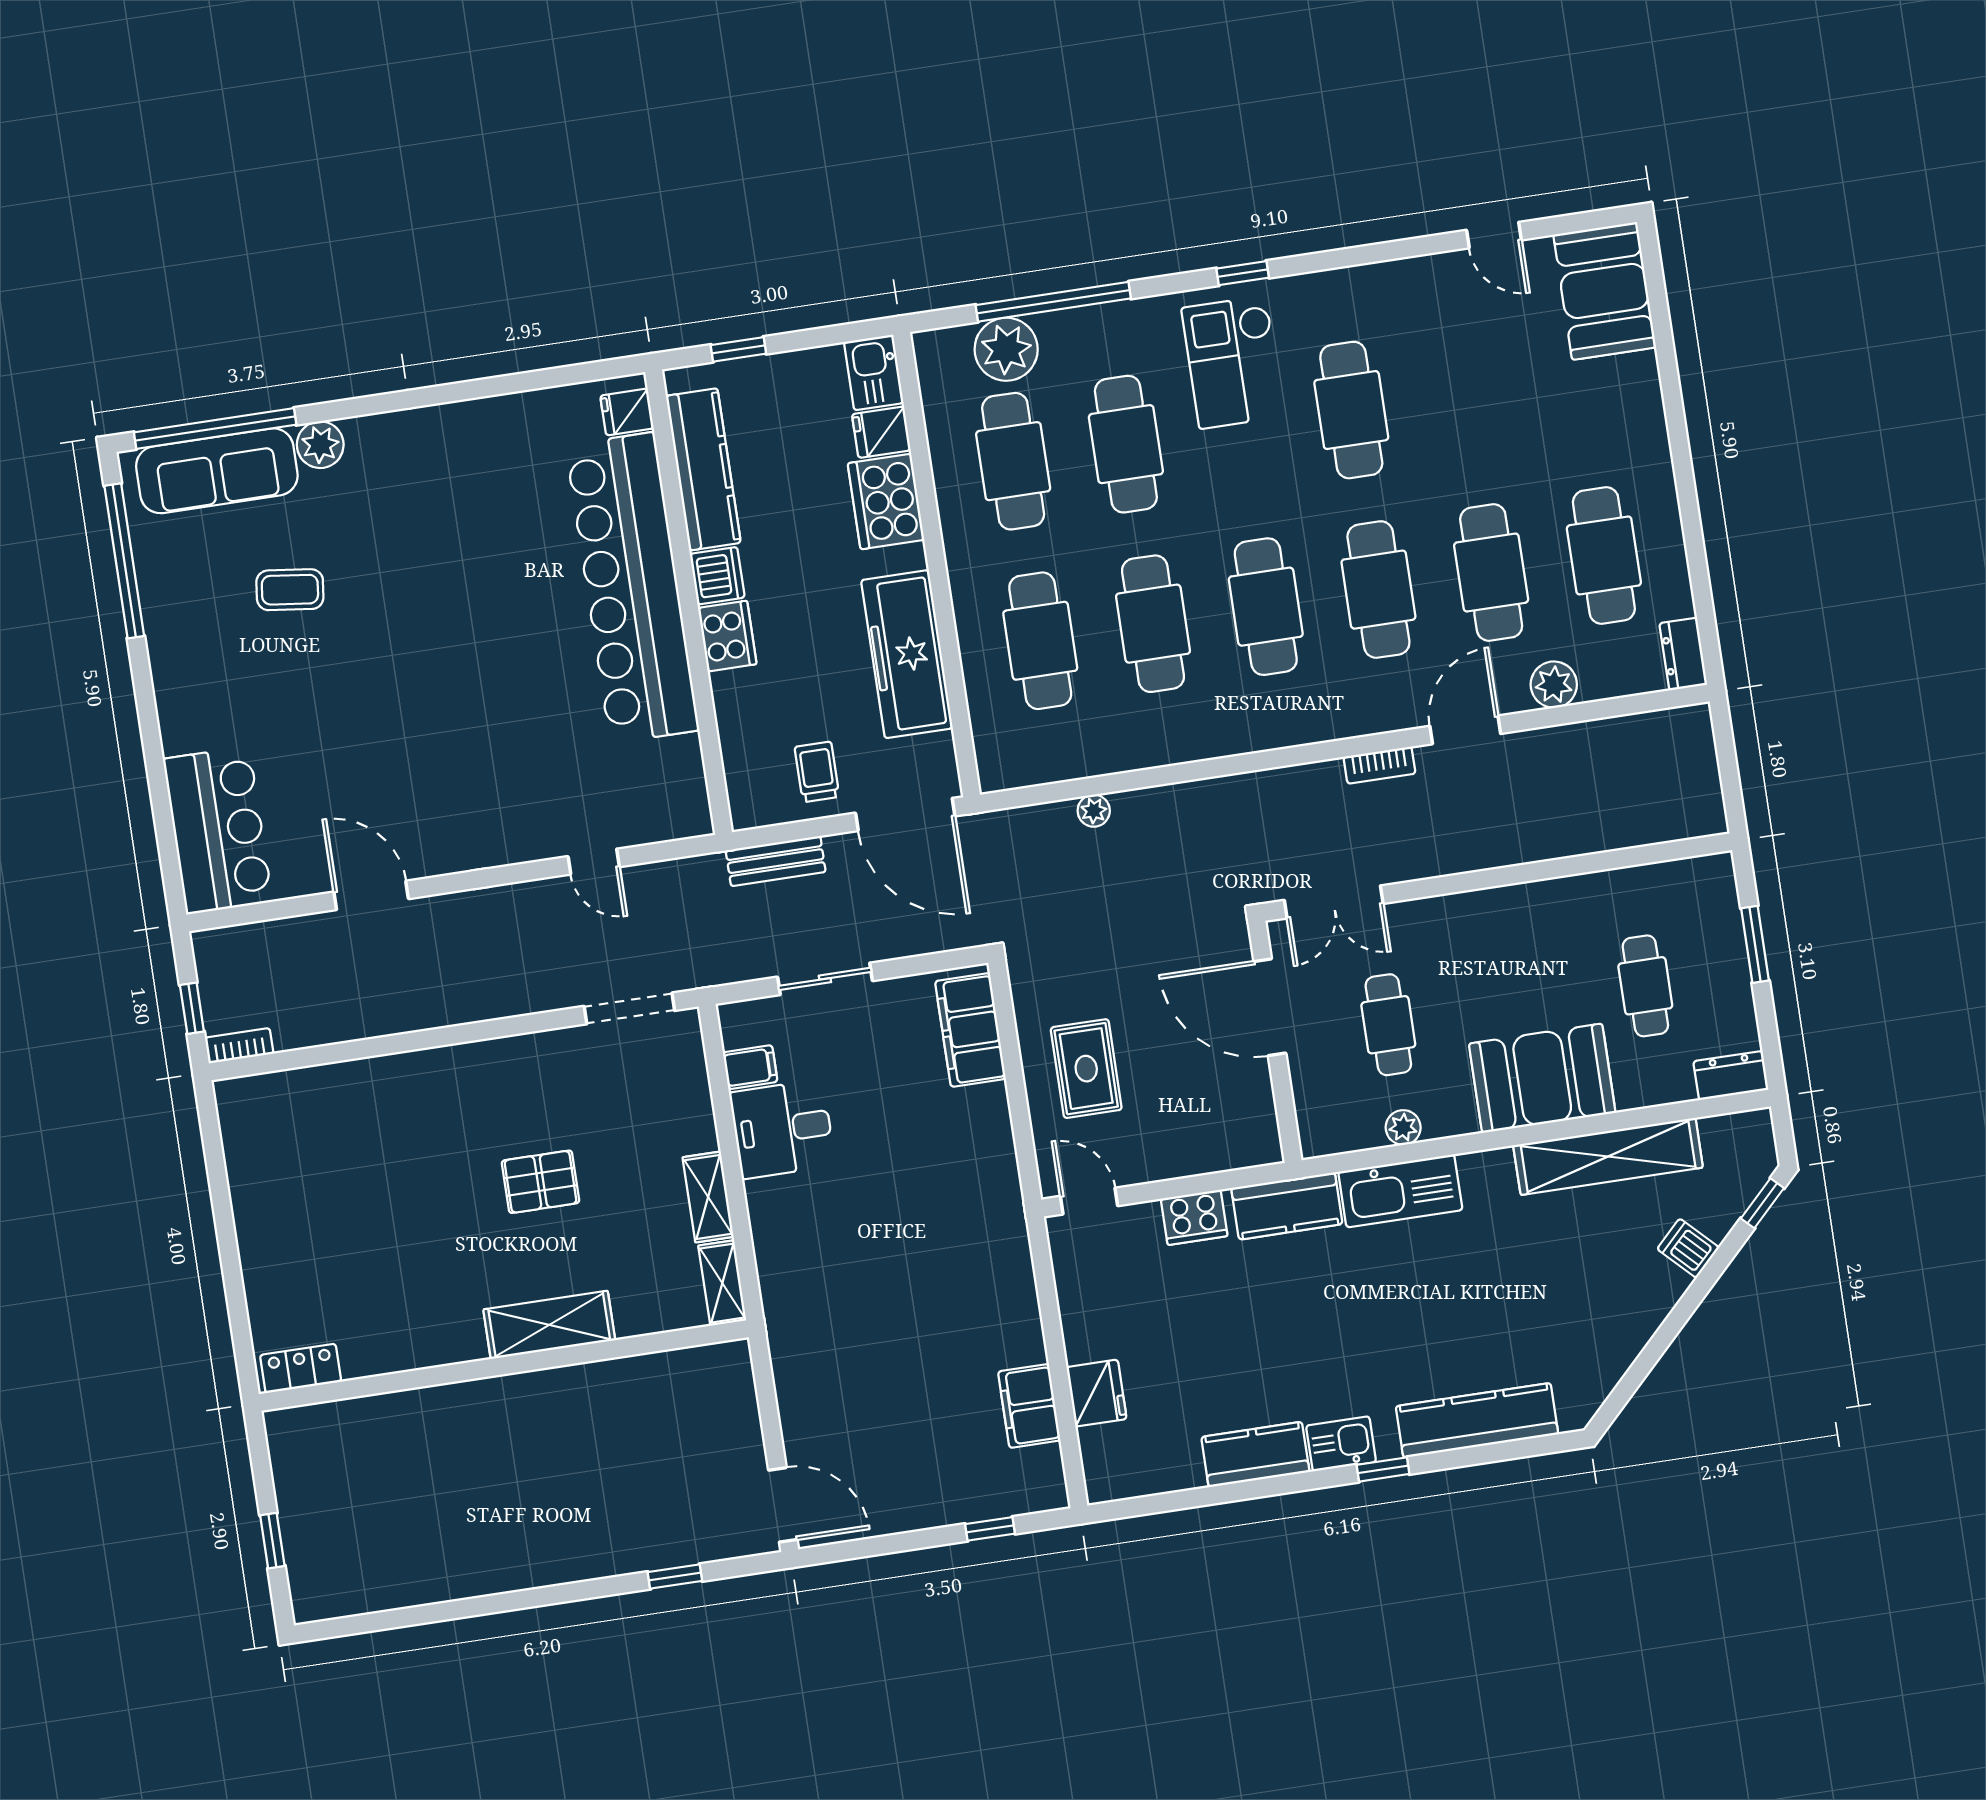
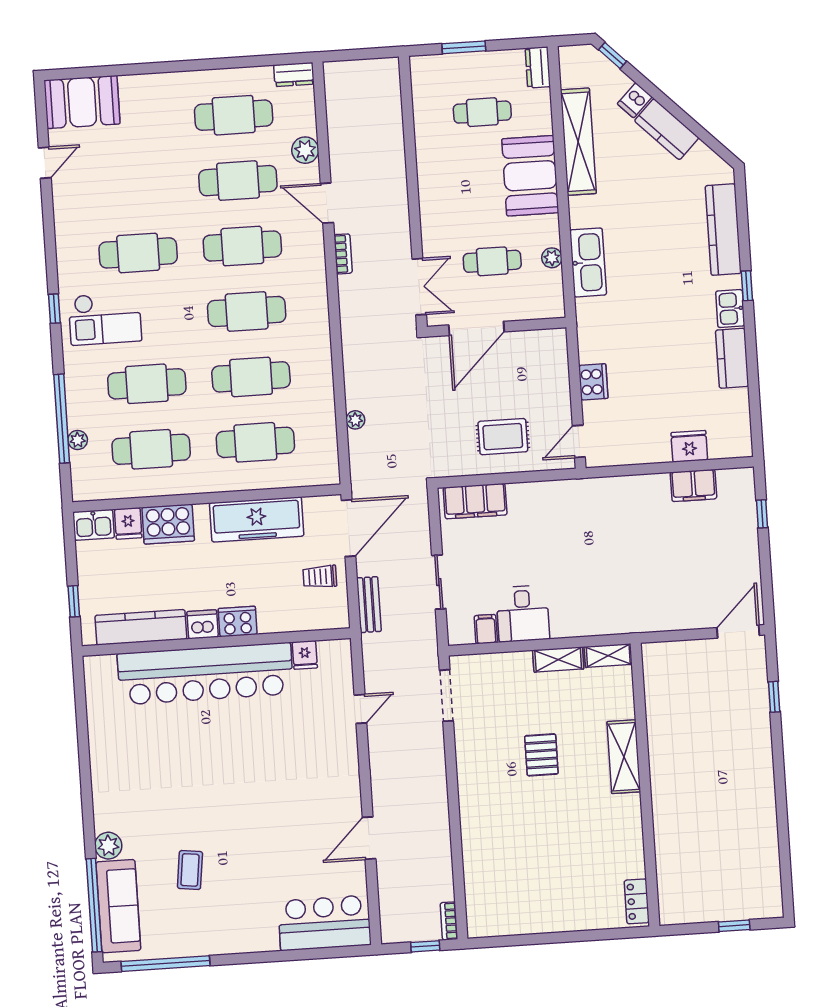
plant: (1006, 349) -> (78, 440), width x0.53, depth x0.53
fridge: (627, 412) -> (305, 655), moved
kitchen counter: (1287, 1206) -> (667, 129), moved, turned 135

